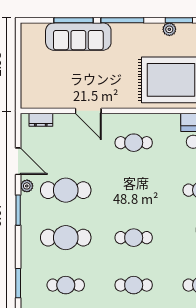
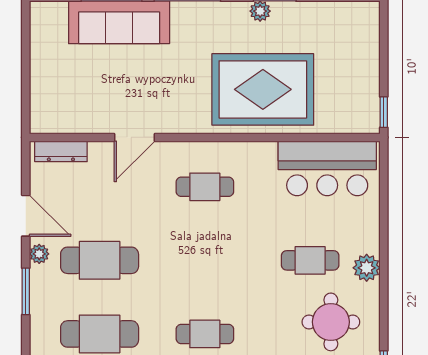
door: (88, 111) -> (135, 137), hinge flipped
dresser: (41, 120) -> (61, 151), width x1.44

